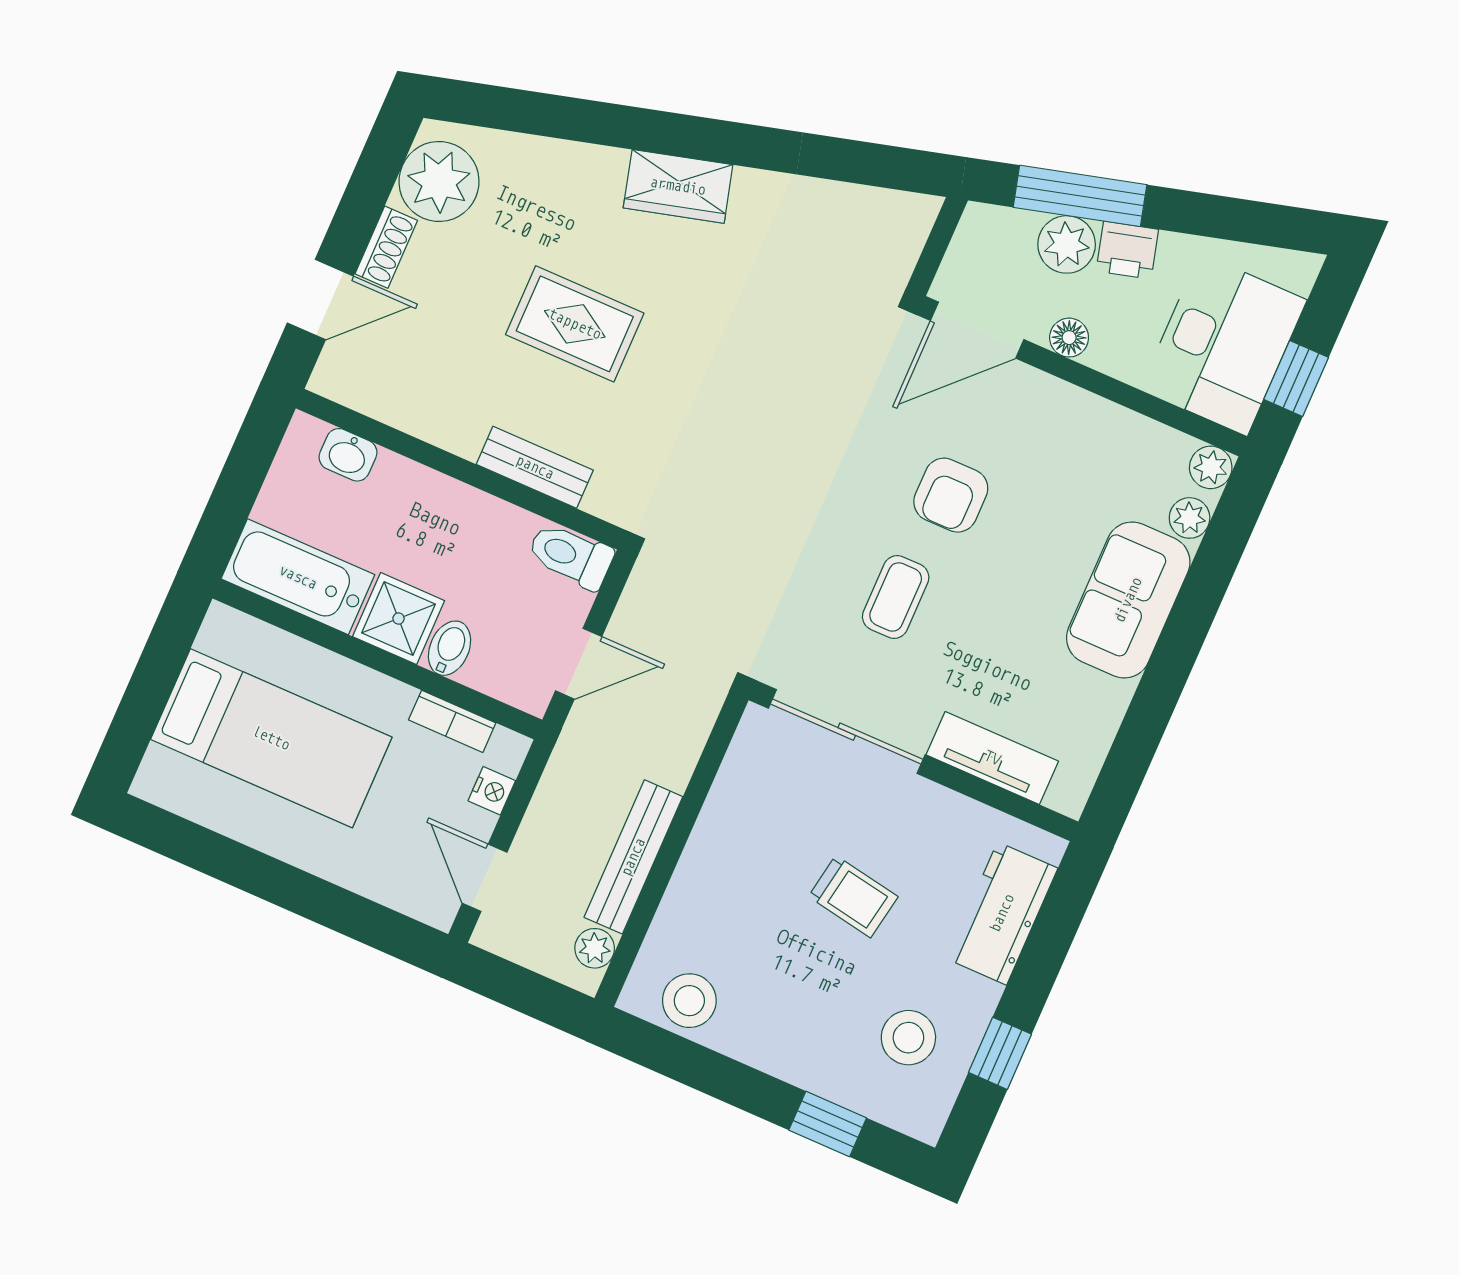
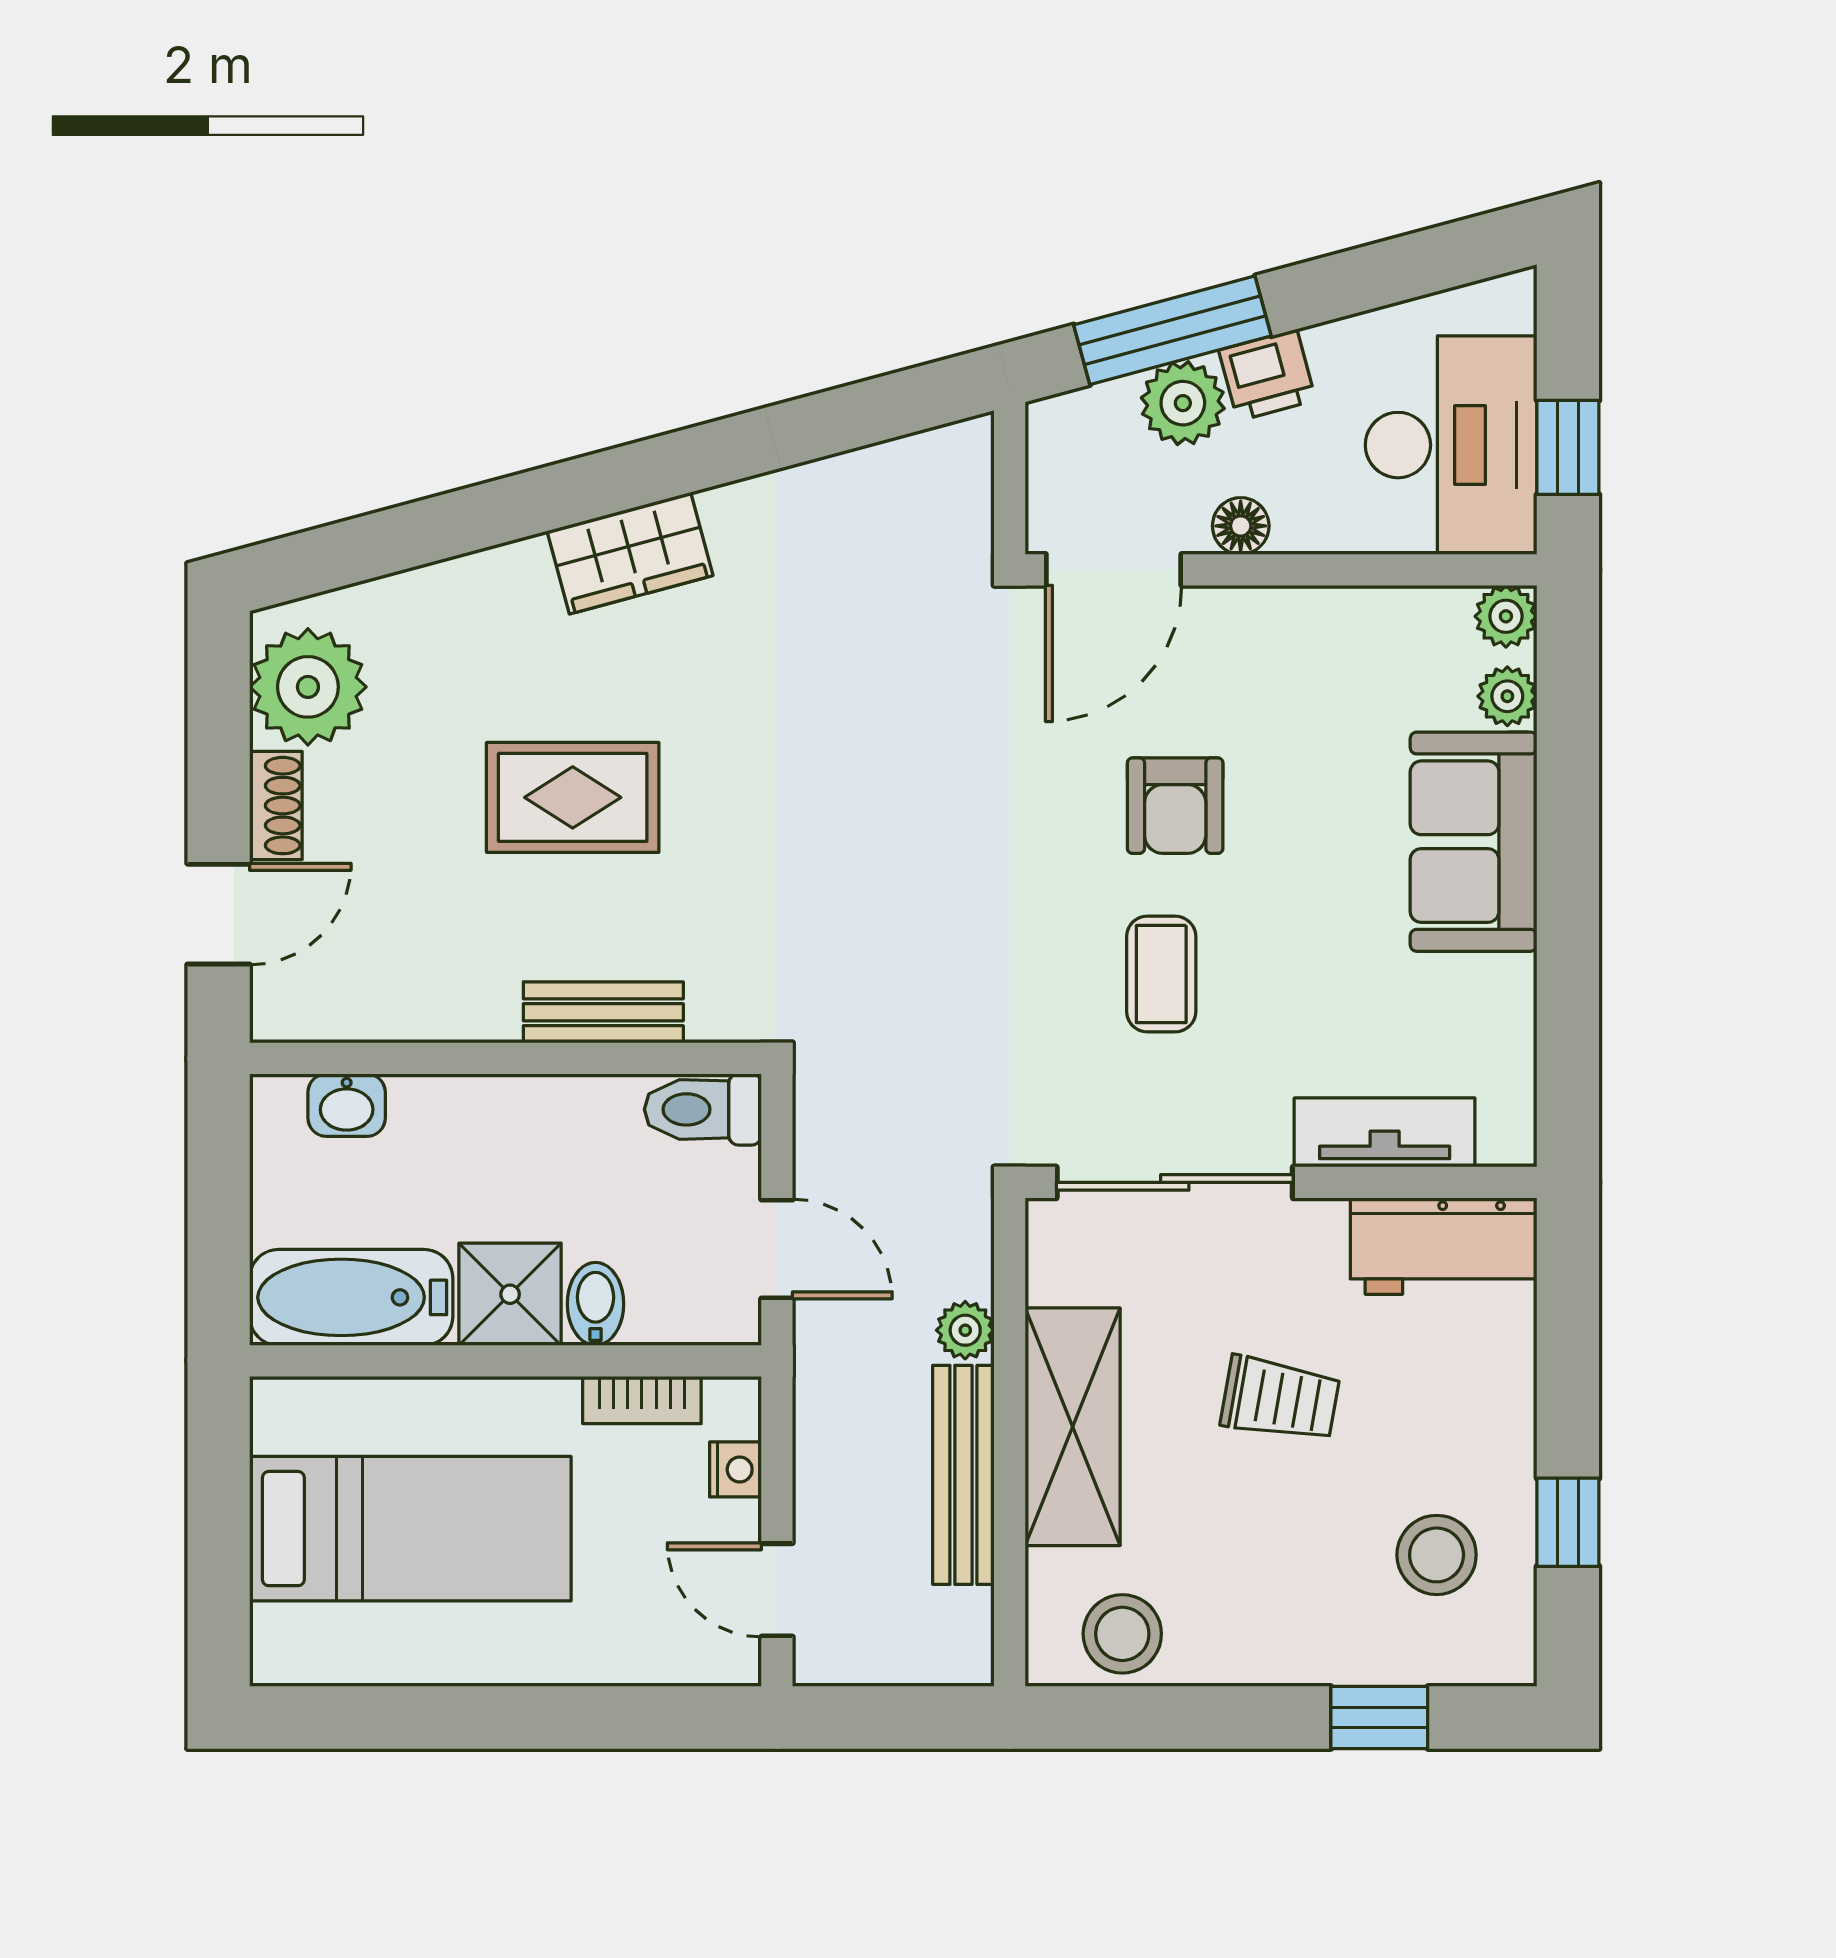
door: (579, 664) -> (777, 1249), hinge flipped
shelving: (715, 857) -> (1073, 1427), added
workbench: (1002, 913) -> (1444, 1246), moved, turned -90
plant: (595, 948) -> (965, 1330), moved

